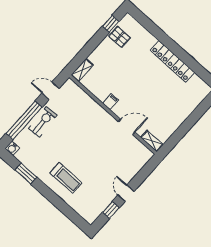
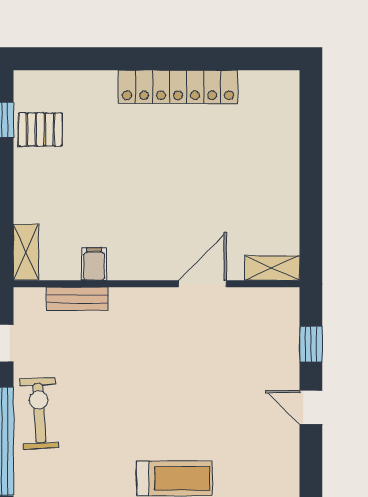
bench: (85, 98) -> (77, 299), added
filing cabinet: (111, 102) -> (94, 264), moved
window: (111, 210) -> (311, 344), moved

